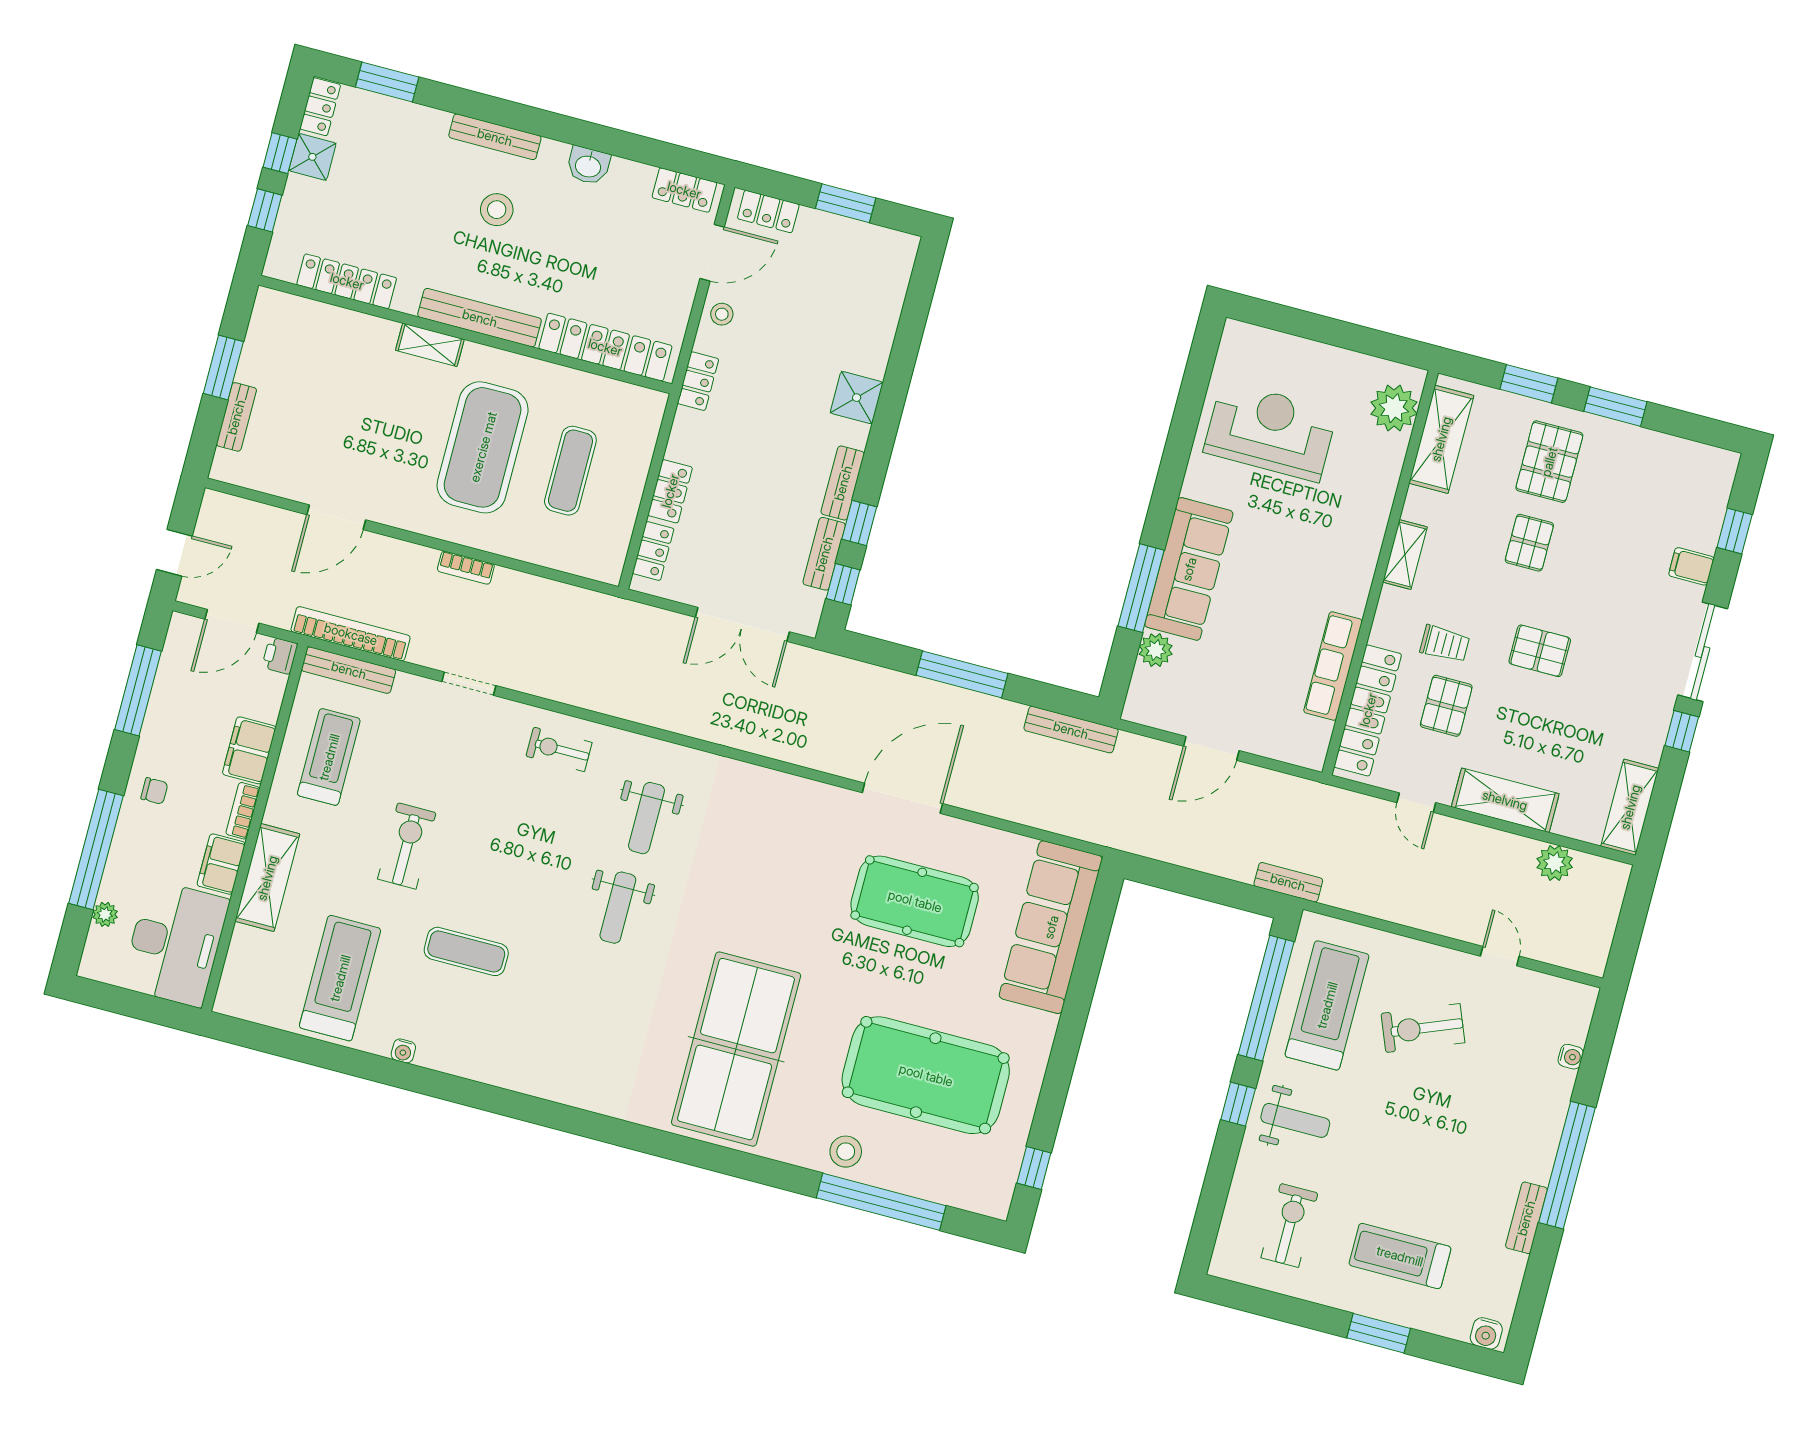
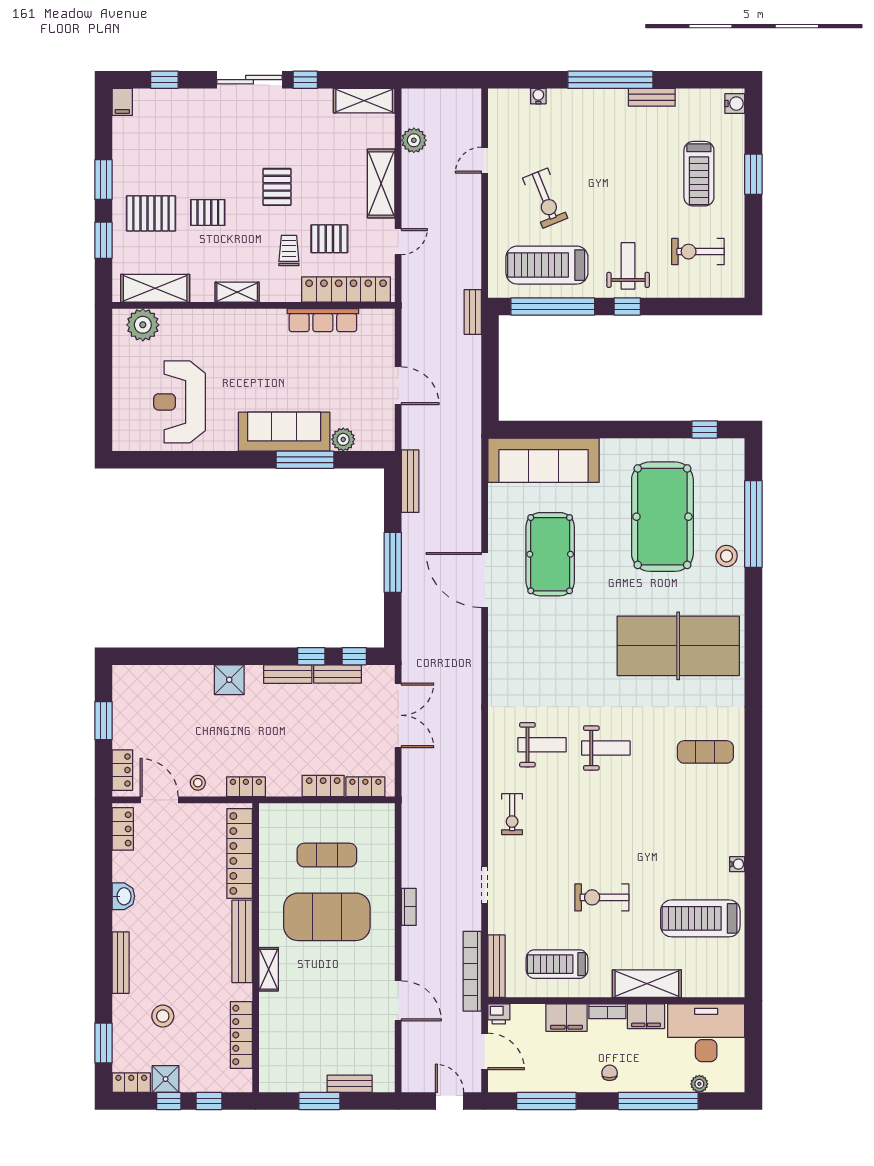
stool: (497, 210) -> (163, 1016), moved
filing cabinet: (1691, 566) -> (122, 102), moved
exercise mat: (466, 951) -> (705, 752), moved, turned 90

